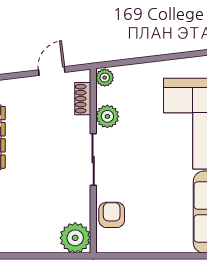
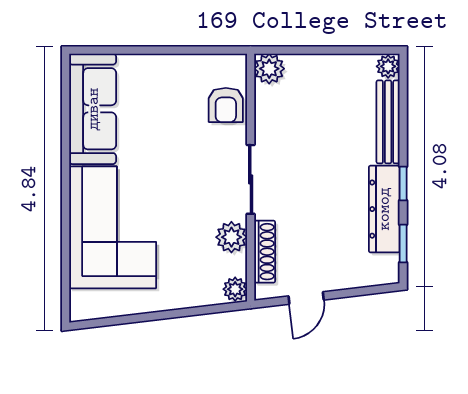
shoe rack: (83, 99) -> (265, 252), width x1.43
plant: (75, 238) -> (269, 69), width x0.73, depth x0.73

